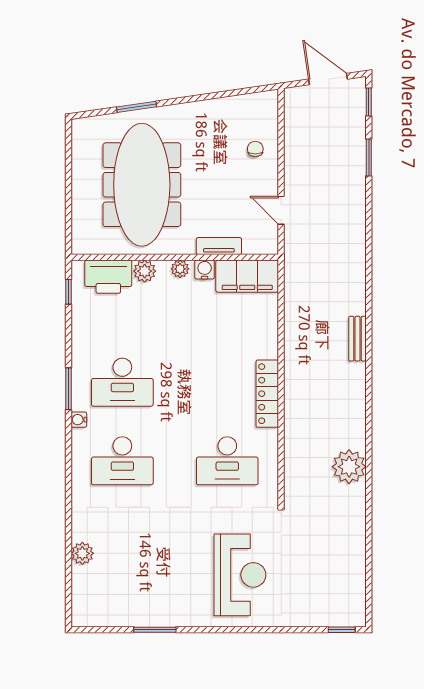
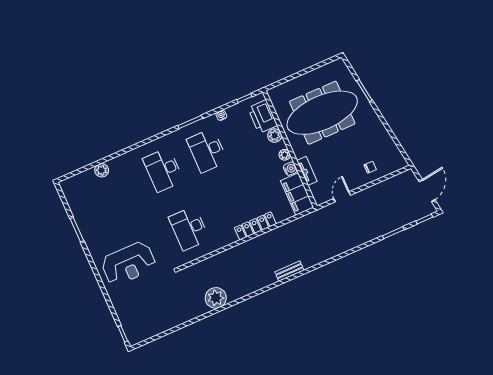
locker: (267, 394) -> (255, 226), moved
water cooler: (79, 420) -> (221, 115), moved

